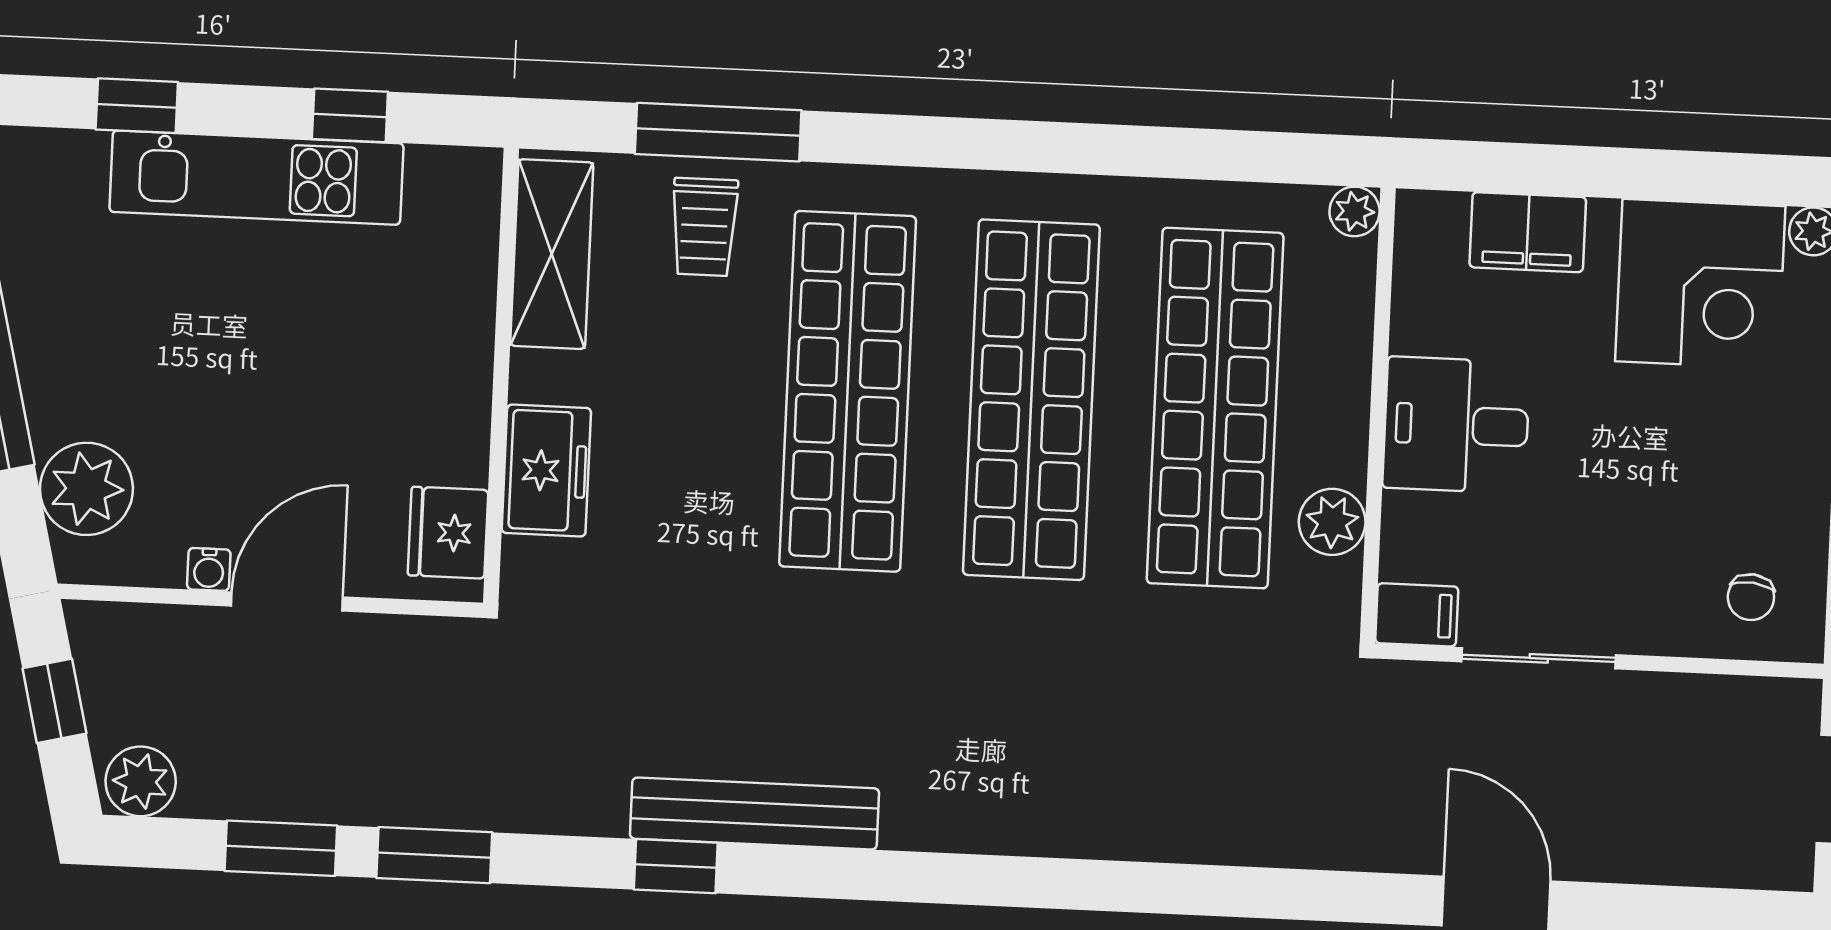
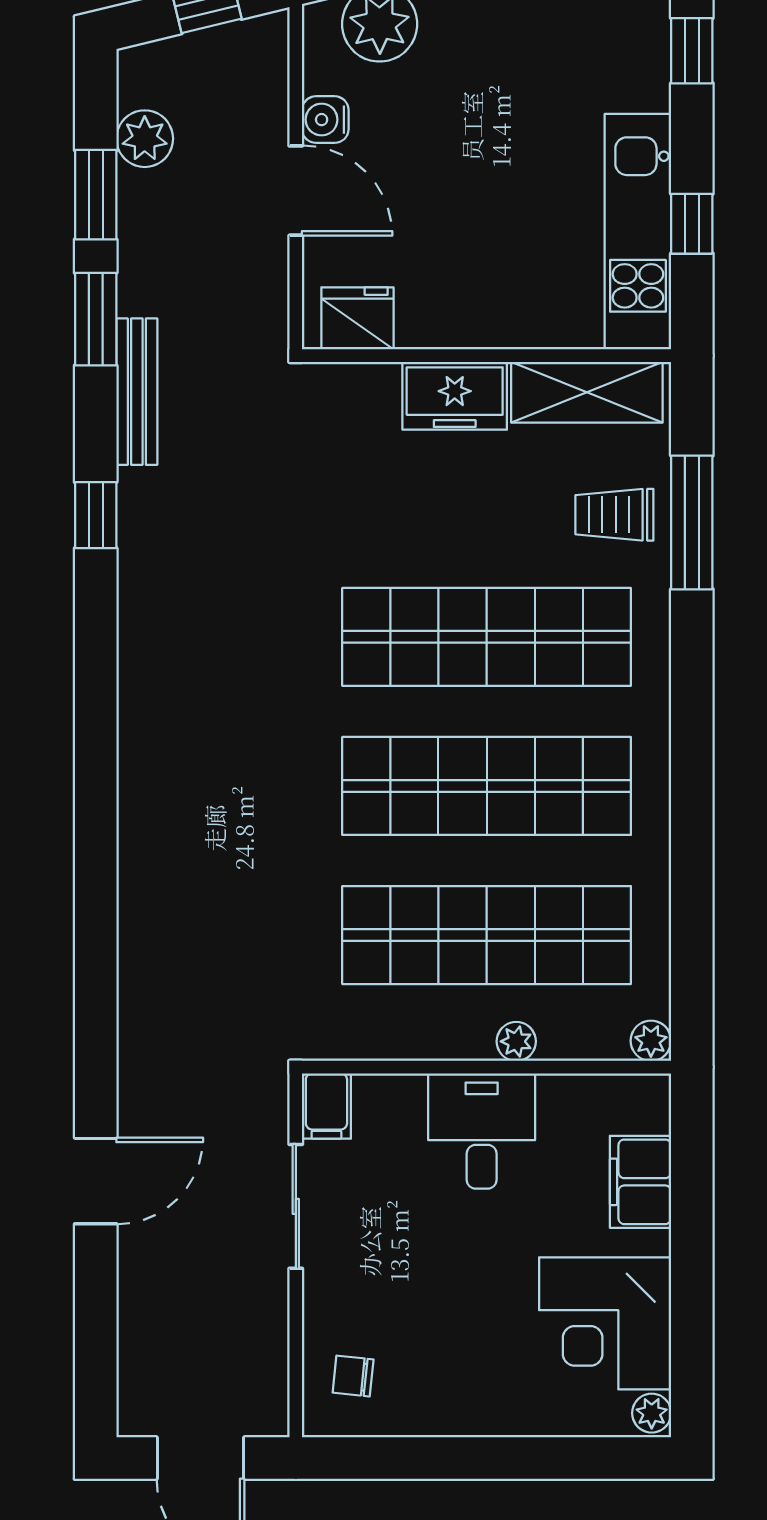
kitchen unit: (256, 178) -> (638, 232), moved
freezer: (546, 470) -> (455, 396), moved
plant: (1332, 522) -> (516, 1041), moved, width x0.73, depth x0.73
water cooler: (209, 569) -> (325, 120), width x1.38, depth x1.38
plant: (141, 781) -> (145, 139), moved
bench: (754, 814) -> (137, 392), moved, width x0.73, depth x0.82

